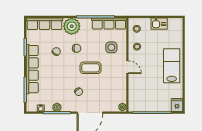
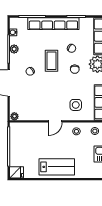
coffee table: (91, 68) -> (51, 61), moved

